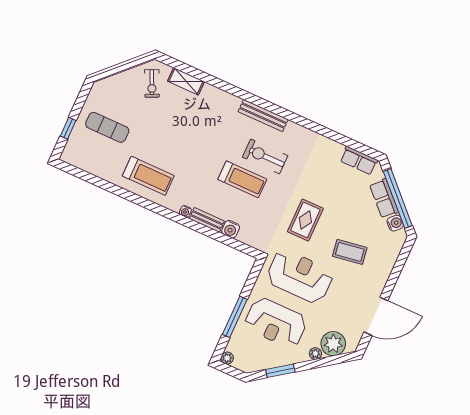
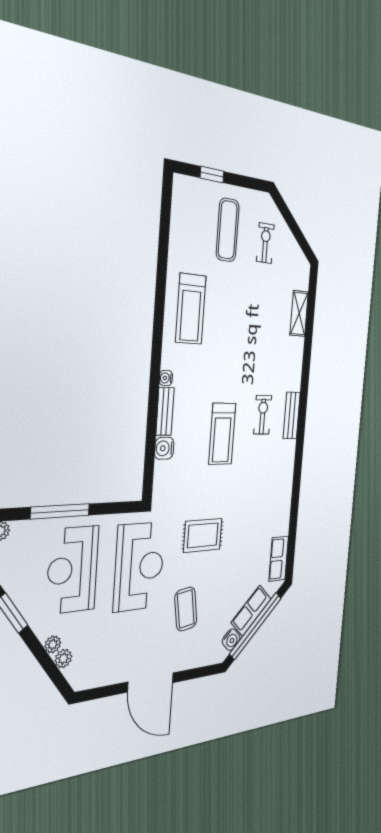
exercise bike: (152, 83) -> (265, 243), moved, turned 115
bench: (263, 115) -> (292, 416), width x0.73
exercise bike: (265, 156) -> (263, 415), moved, width x0.73, depth x0.72
door: (376, 316) -> (151, 682), moved
plant: (333, 344) -> (63, 658), width x0.53, depth x0.53

